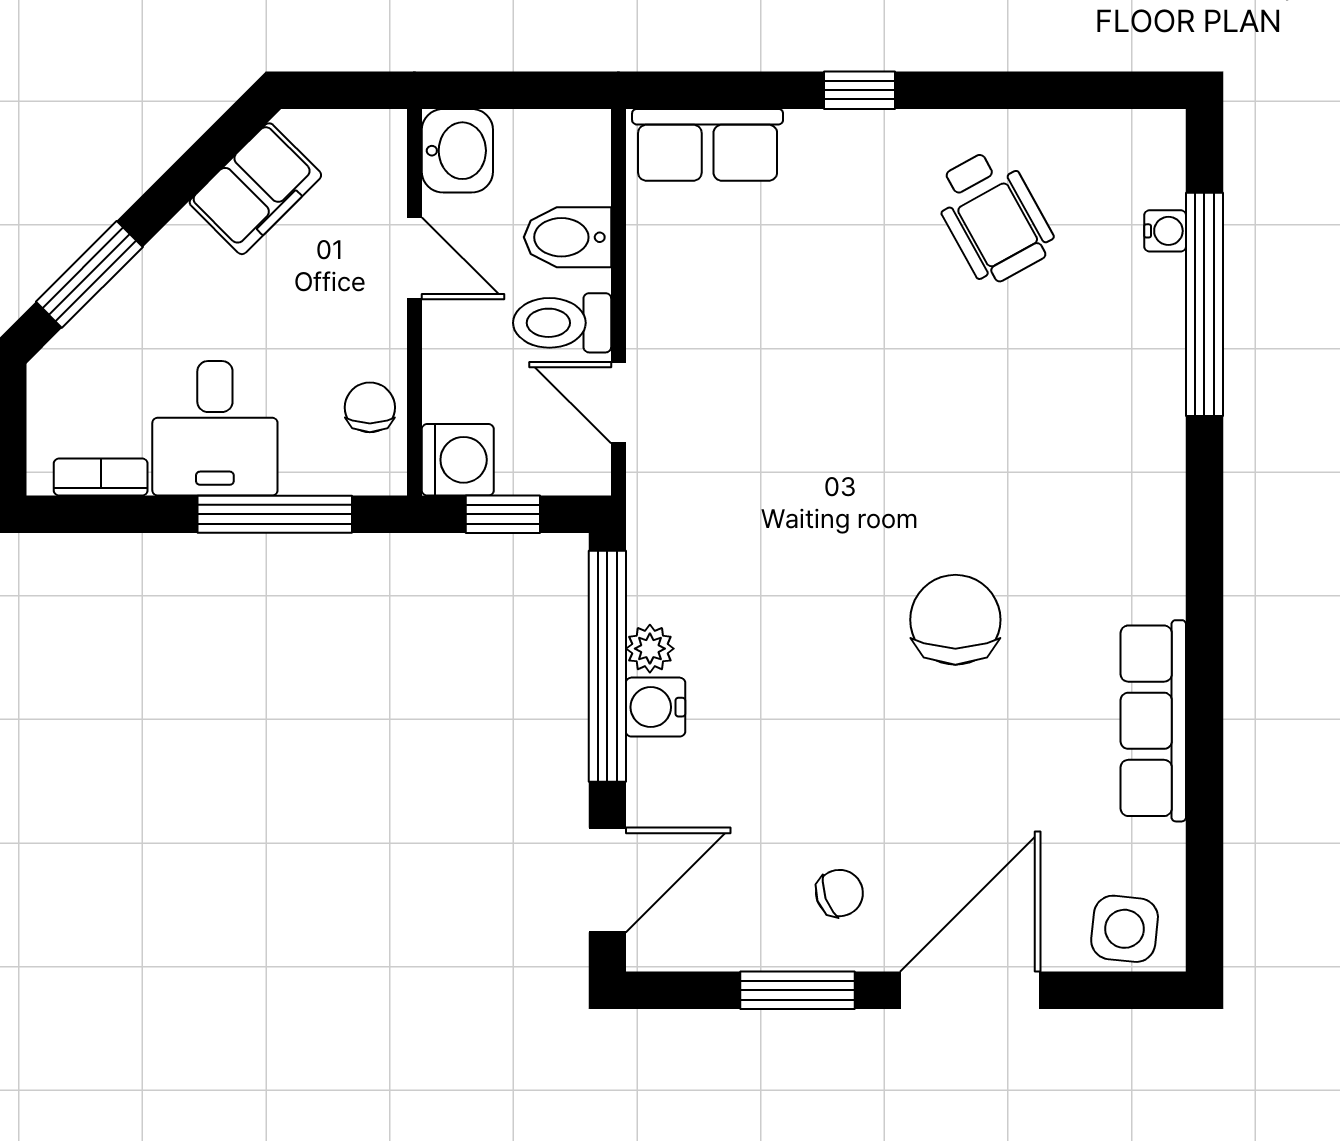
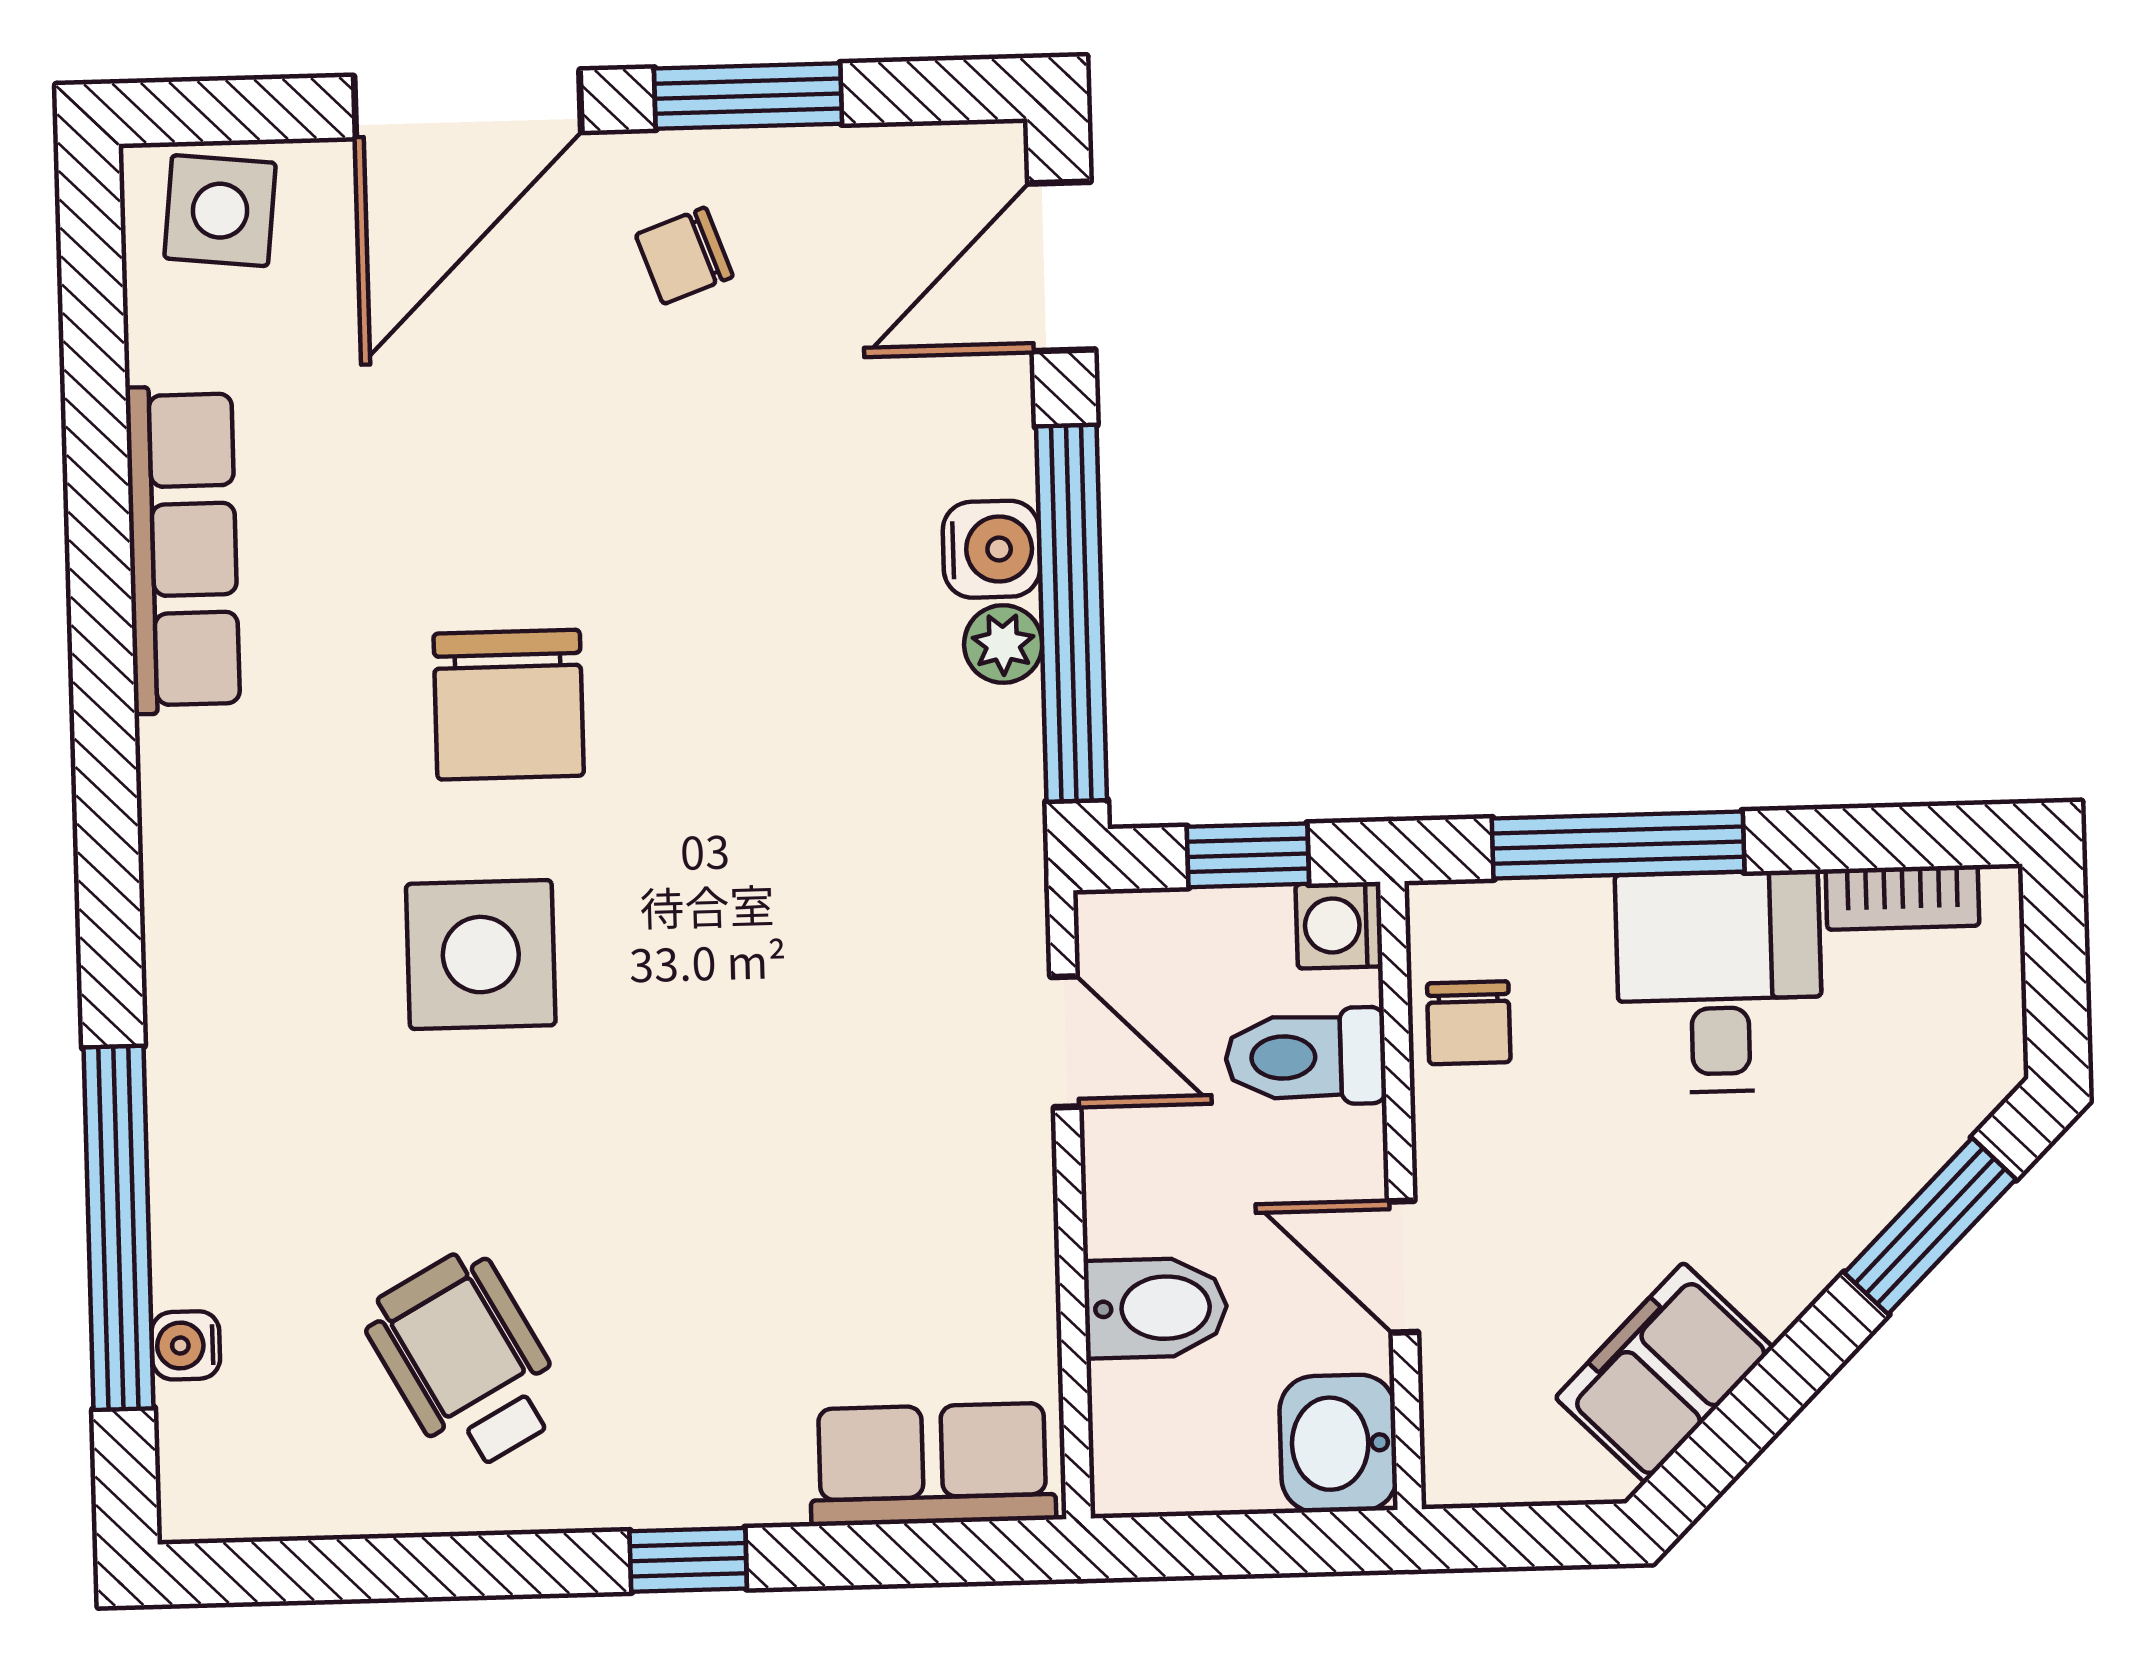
toilet: (562, 323) -> (1306, 1057), moved, turned 180
washing machine: (458, 460) -> (1339, 925), width x0.73, depth x0.73
side table: (977, 466) -> (481, 955), added

